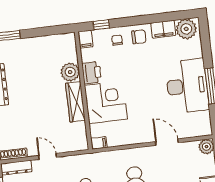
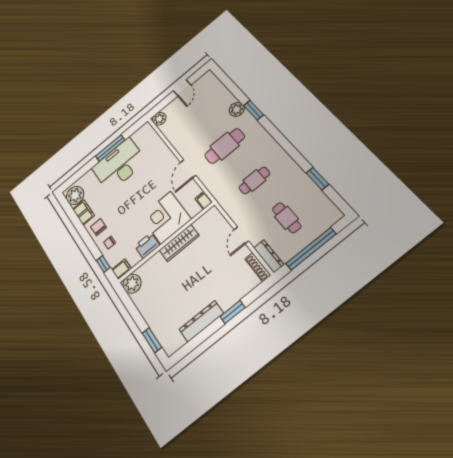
plant: (70, 72) -> (132, 284), moved
door: (167, 142) -> (188, 169), moved

